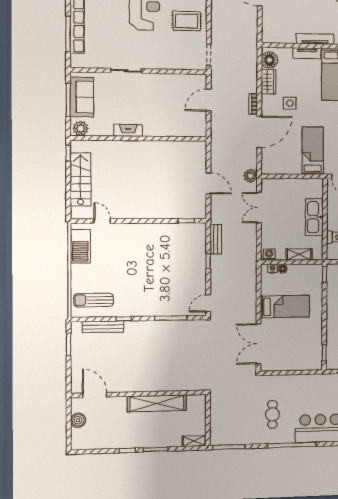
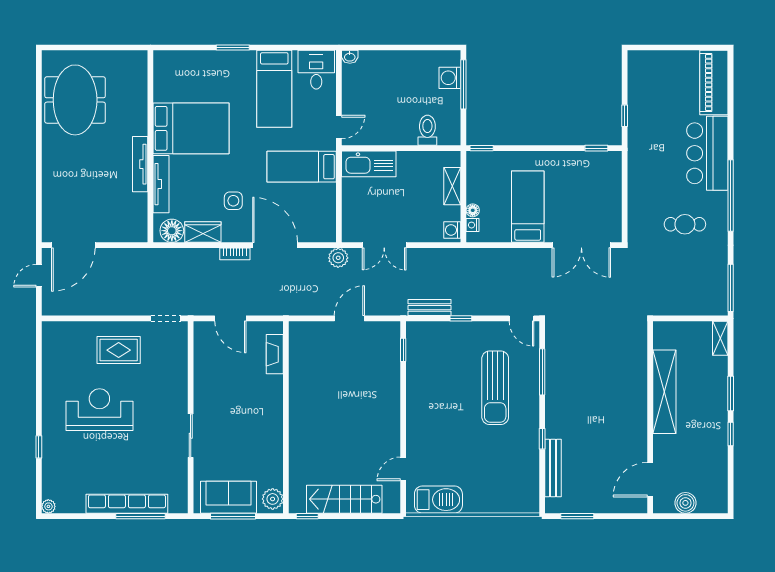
rug: (187, 21) -> (119, 350), turned 90
tv unit: (307, 53) -> (161, 184), width x1.41
fireplace: (128, 130) -> (275, 354), moved
kitchen sink: (314, 217) -> (369, 164), moved
sun lounger: (94, 300) -> (495, 388), moved, width x1.36, depth x1.34

